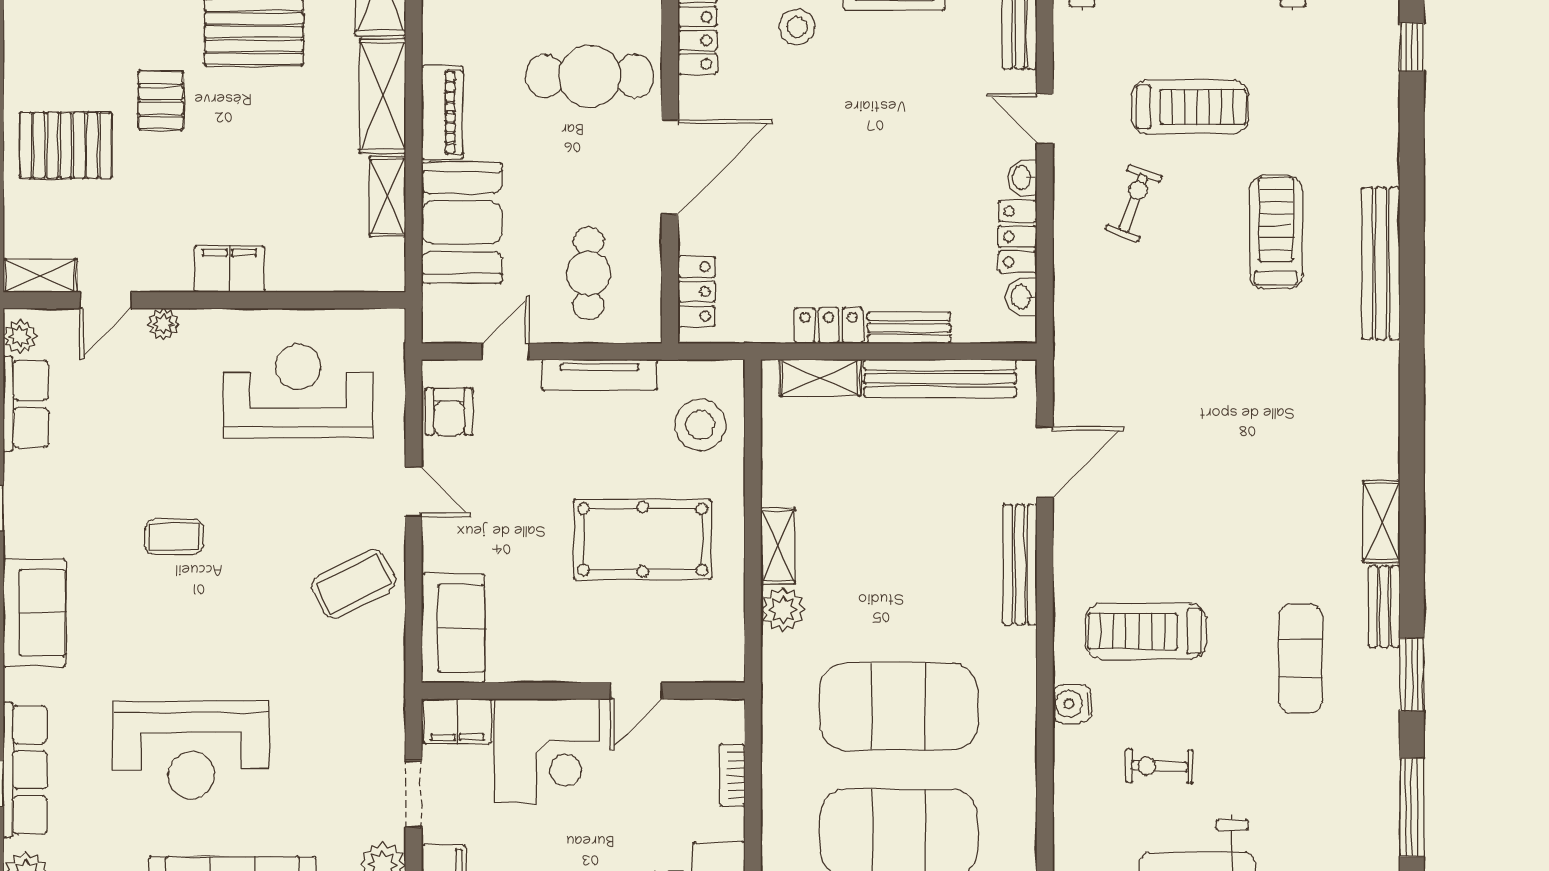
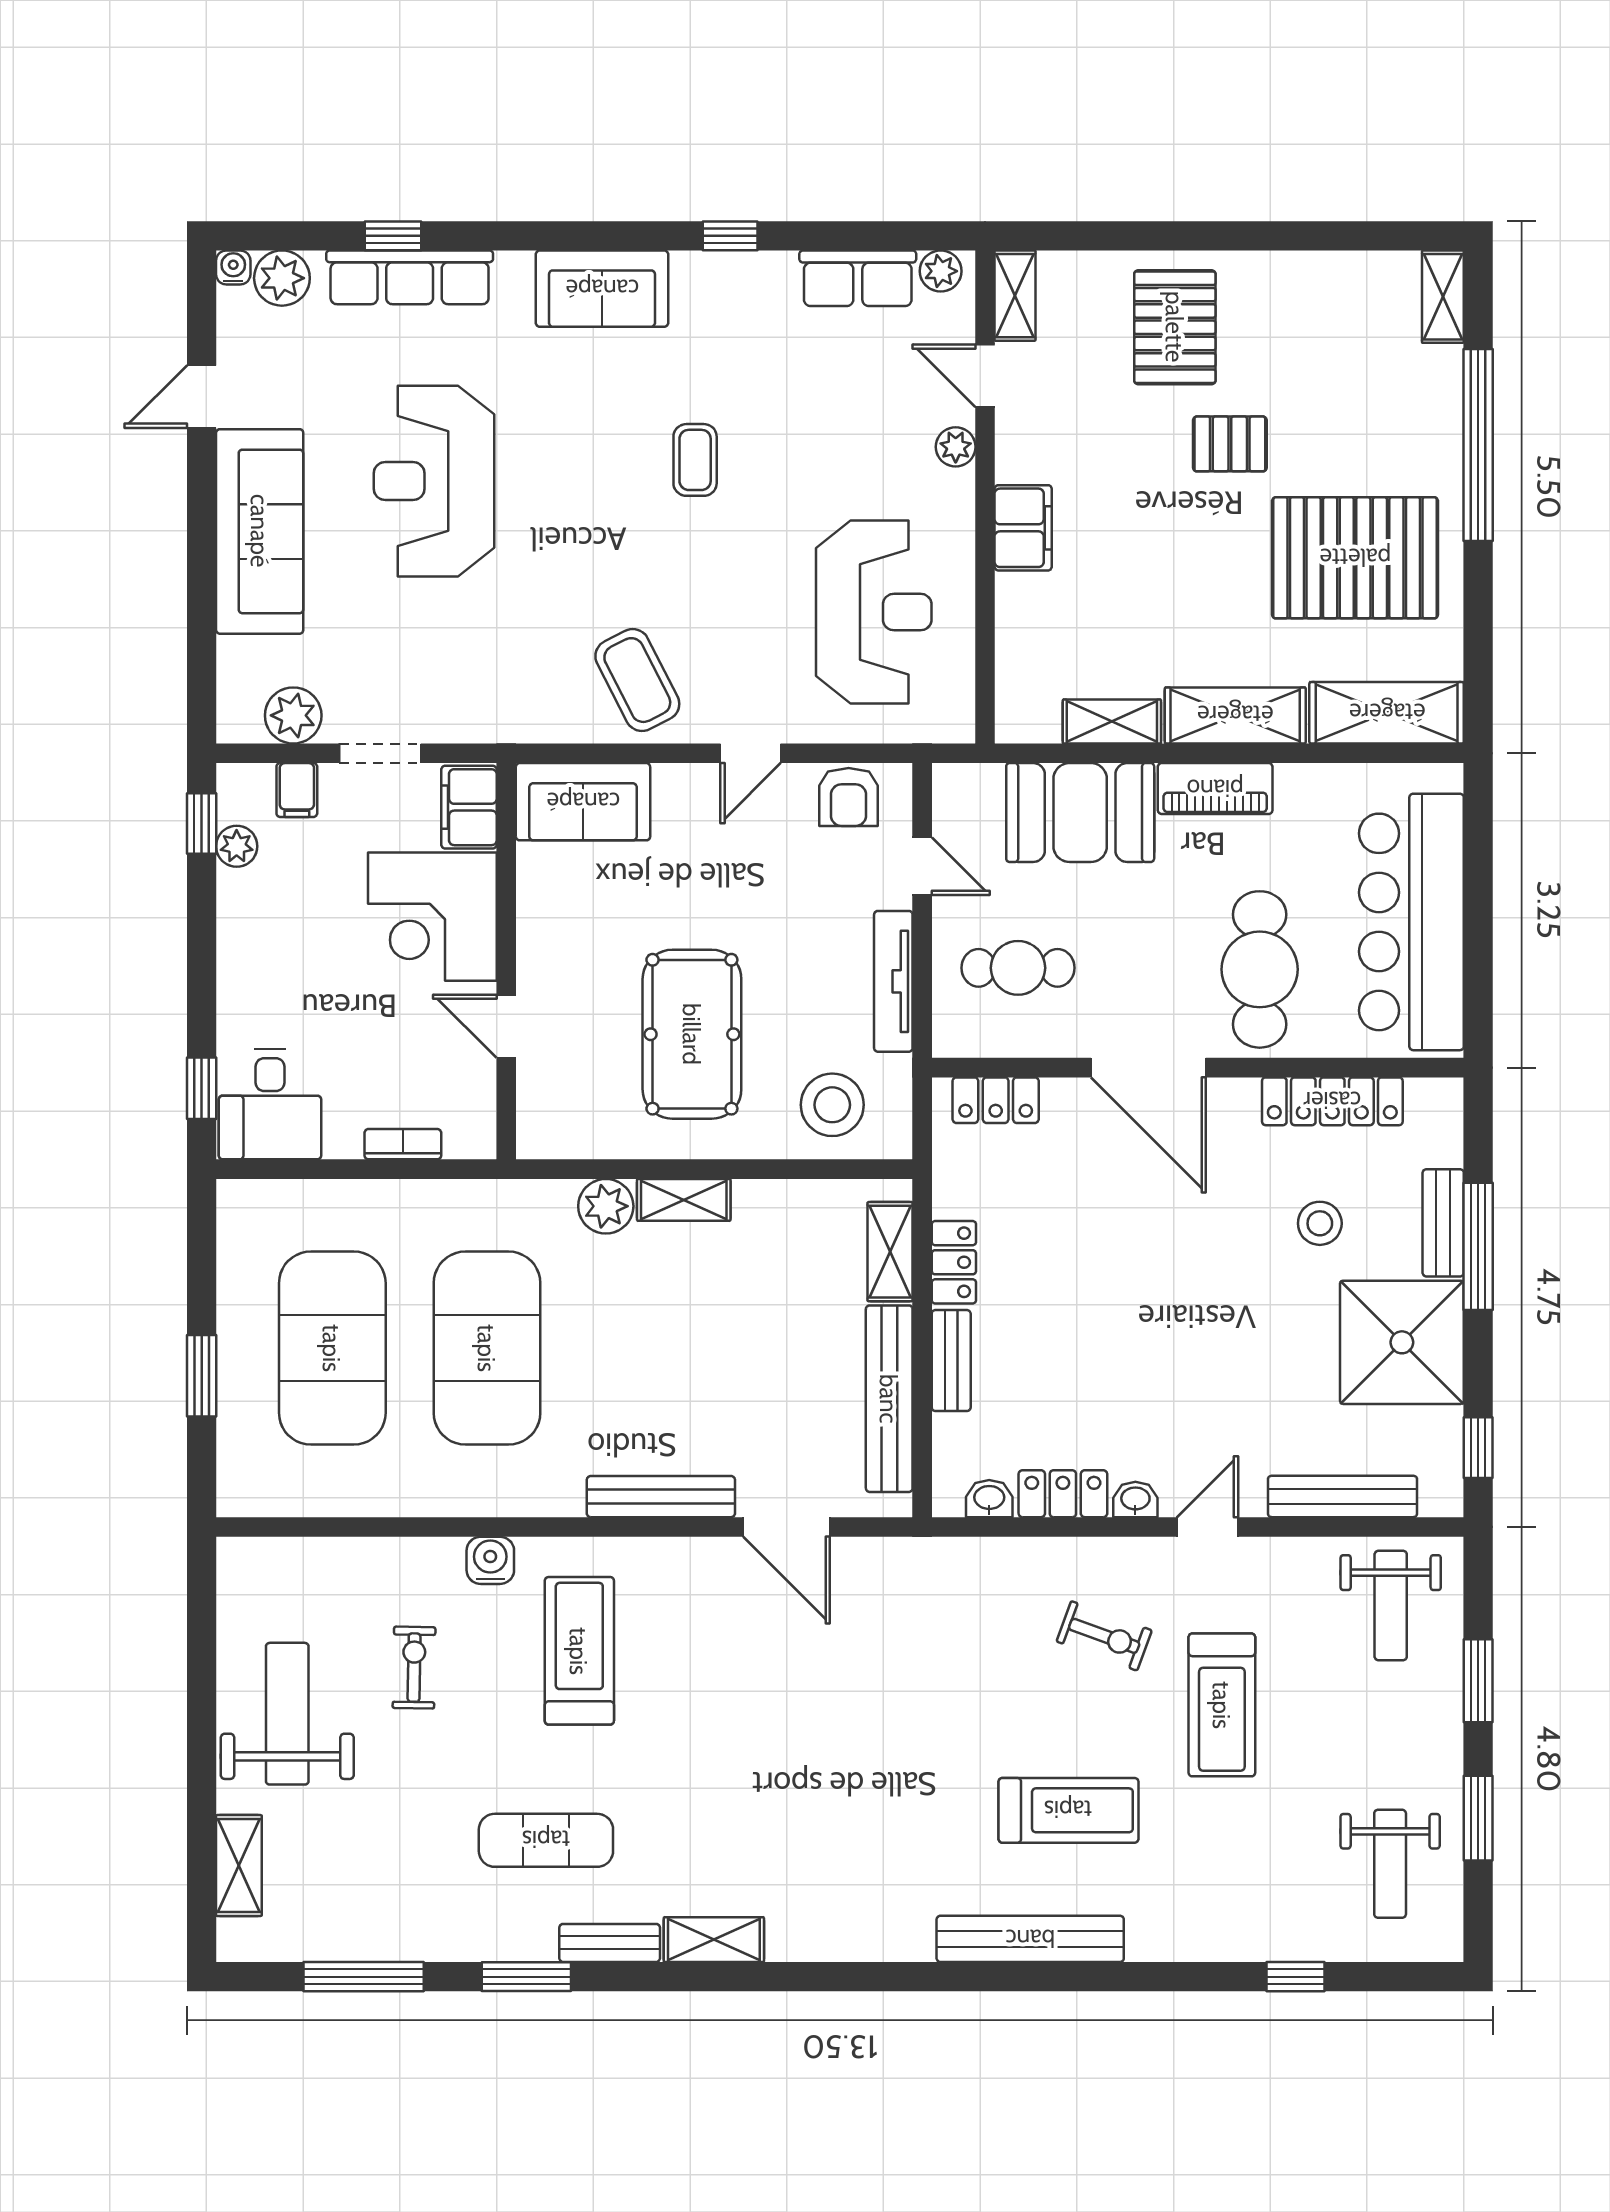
armchair: (449, 412) -> (849, 797), turned -90

